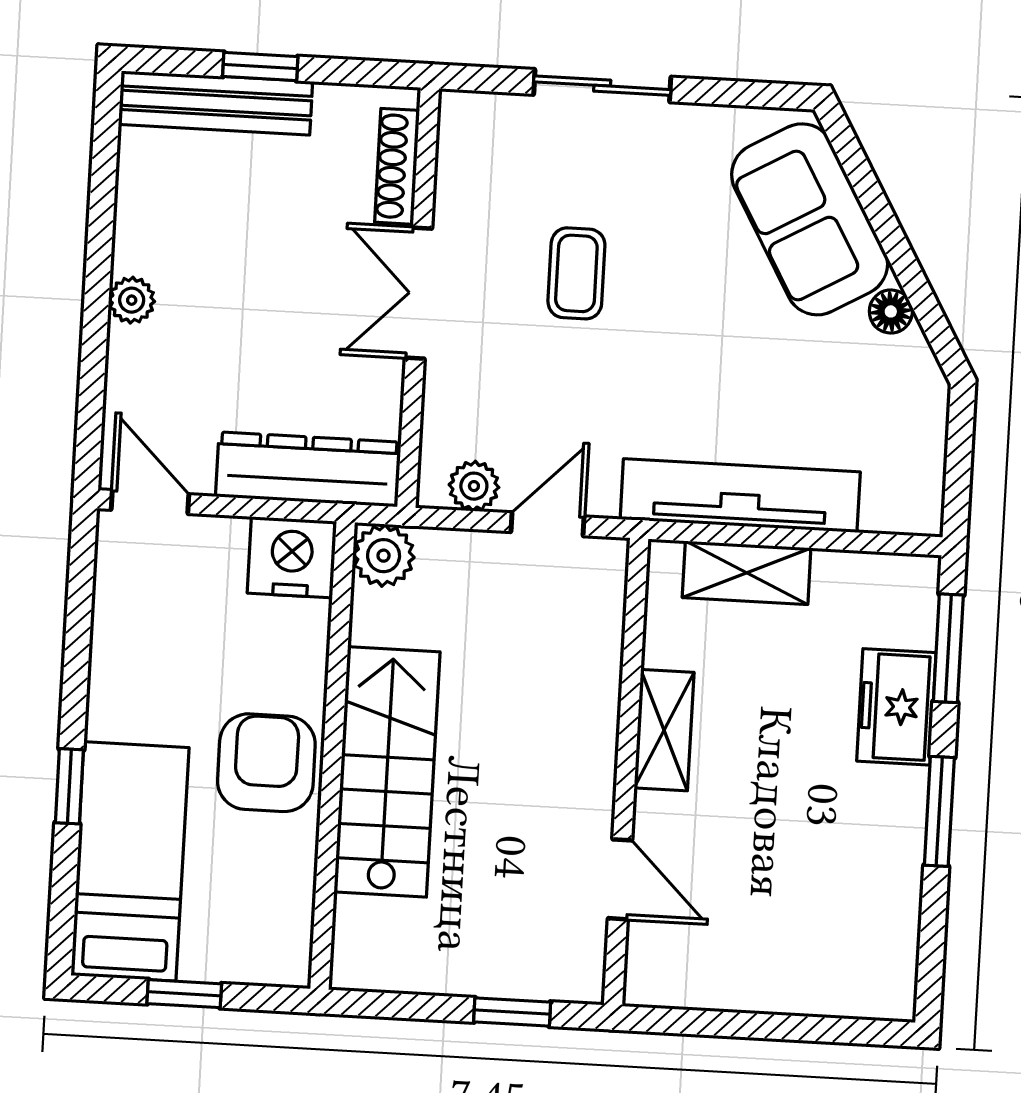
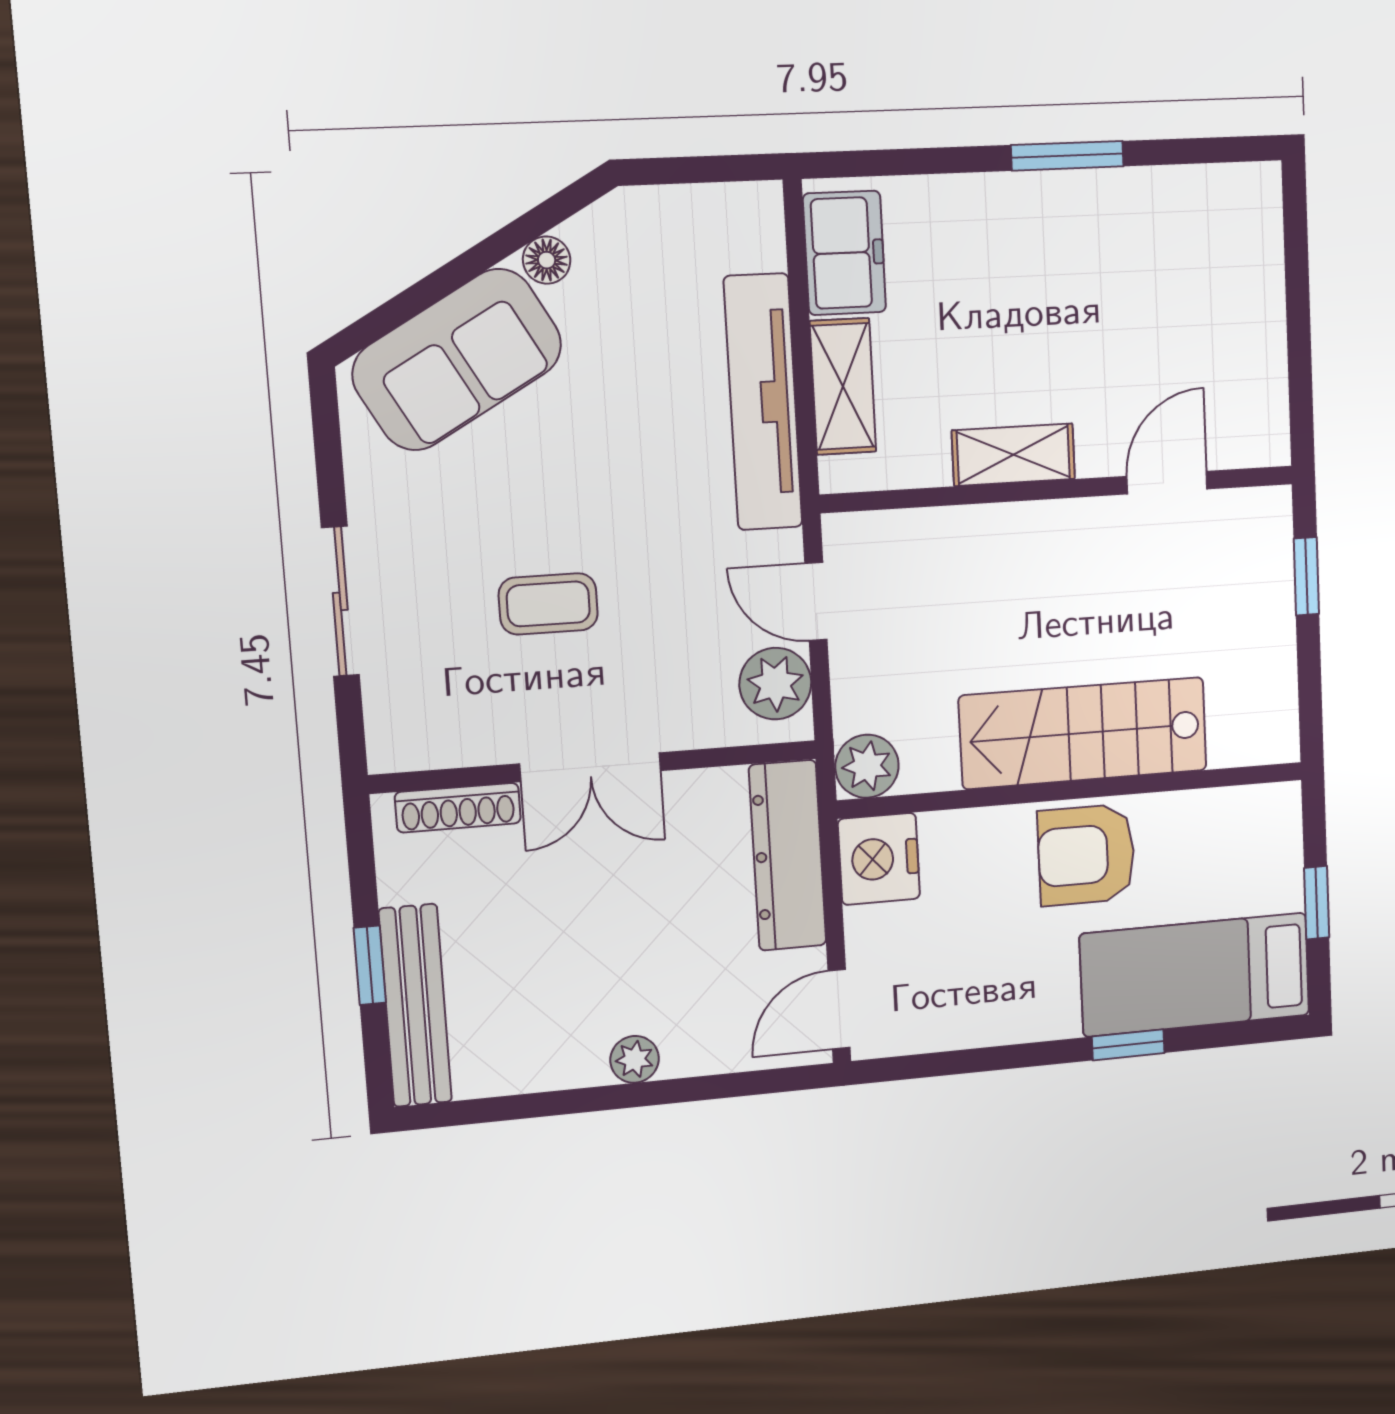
plant: (474, 486) -> (775, 684), width x1.38, depth x1.38
window: (948, 648) -> (898, 162), removed
freezer: (896, 707) -> (844, 253), moved, turned -90

